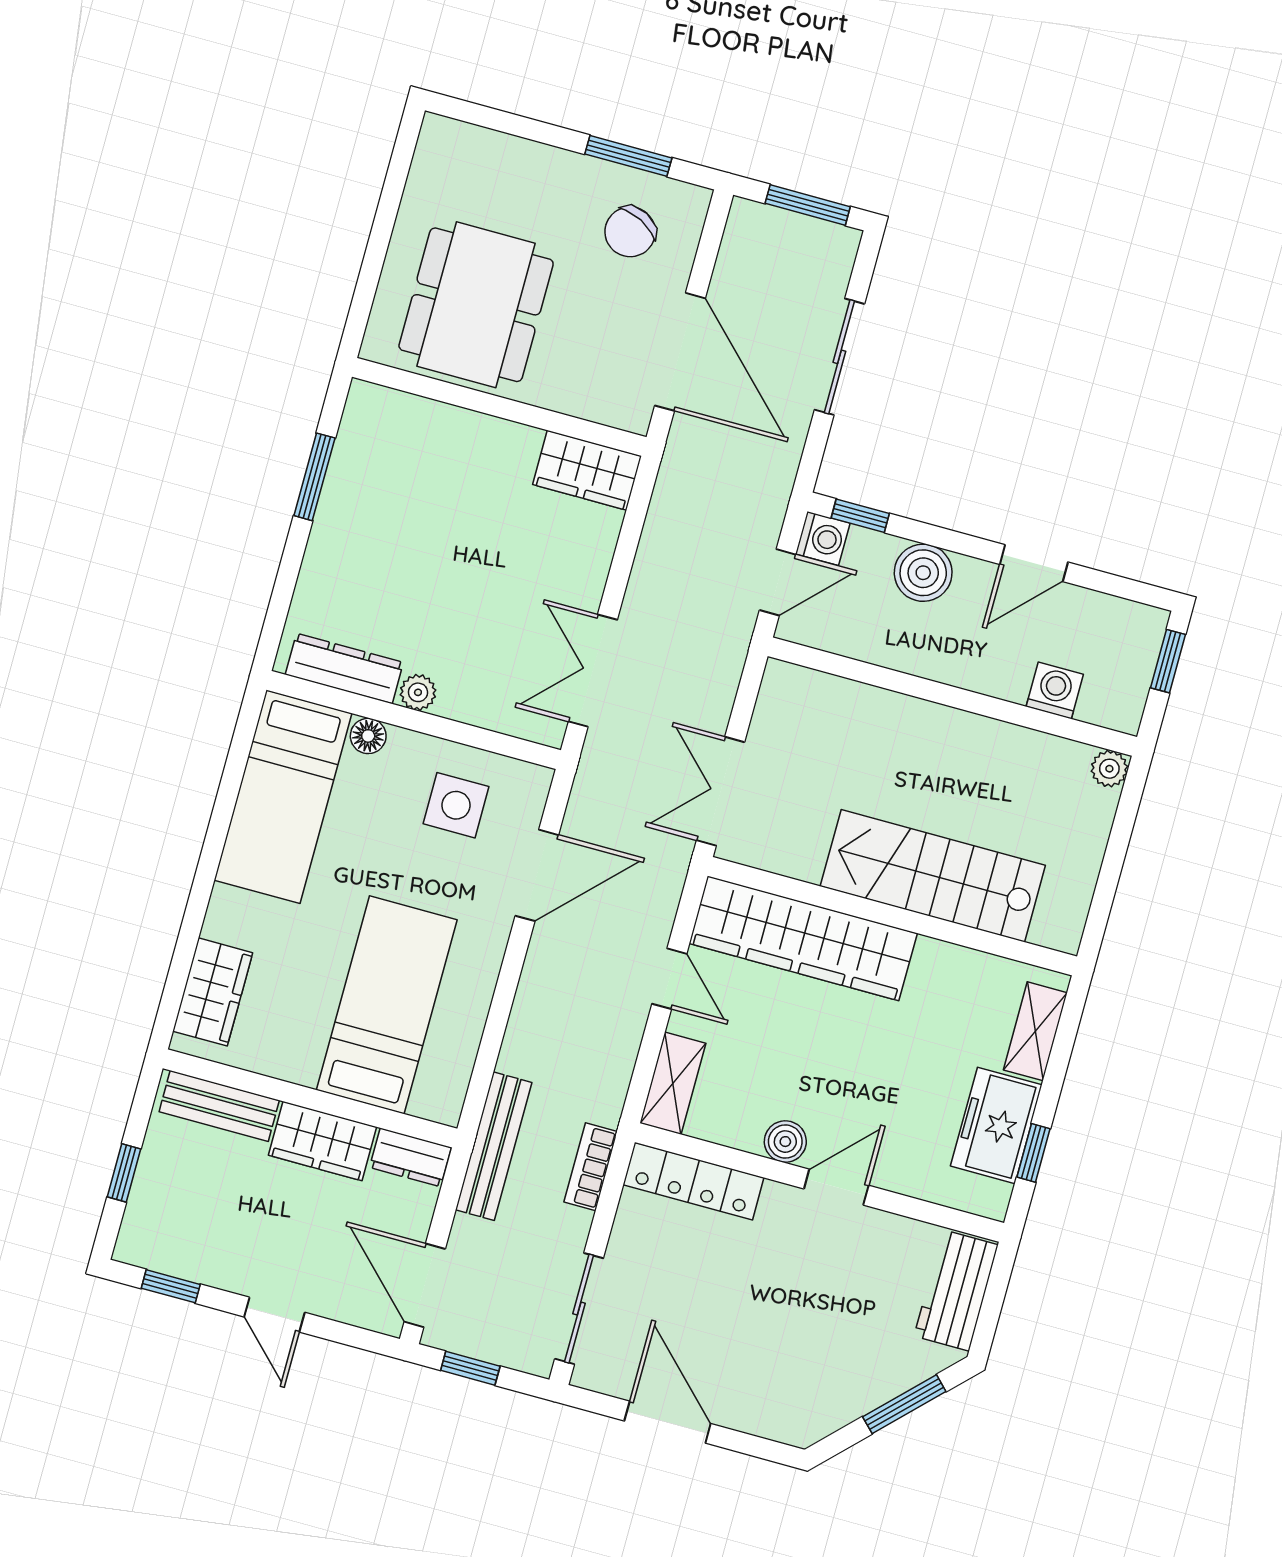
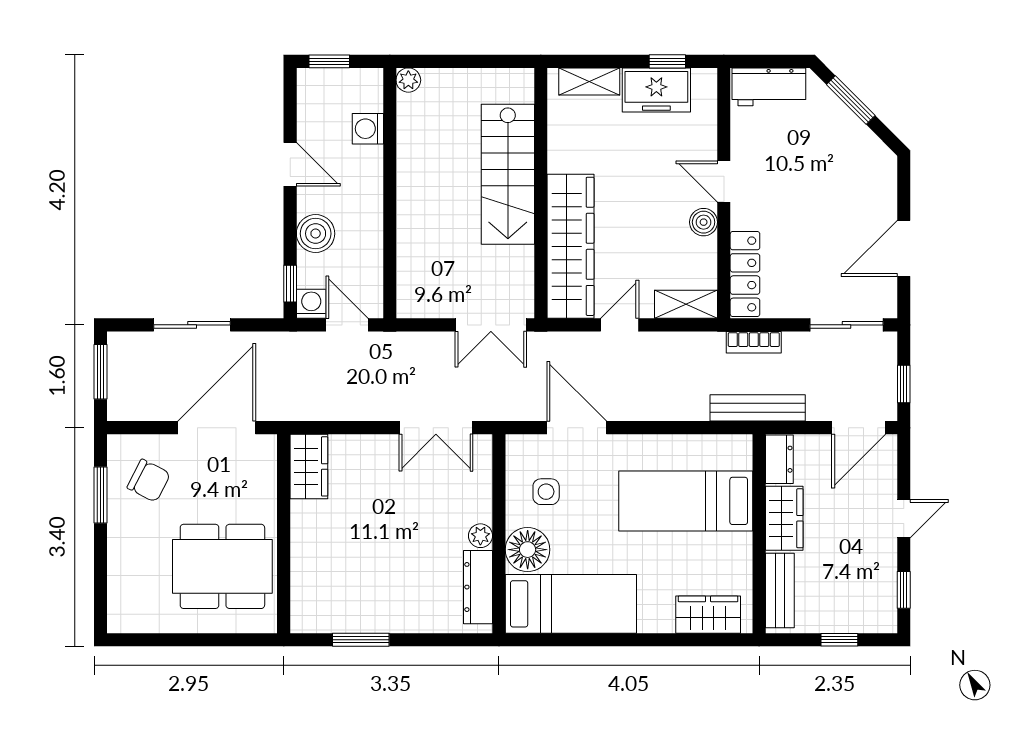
floor lamp: (368, 736) -> (528, 550), width x1.89, depth x1.89
side table: (456, 805) -> (546, 492), width x0.73, depth x0.73

